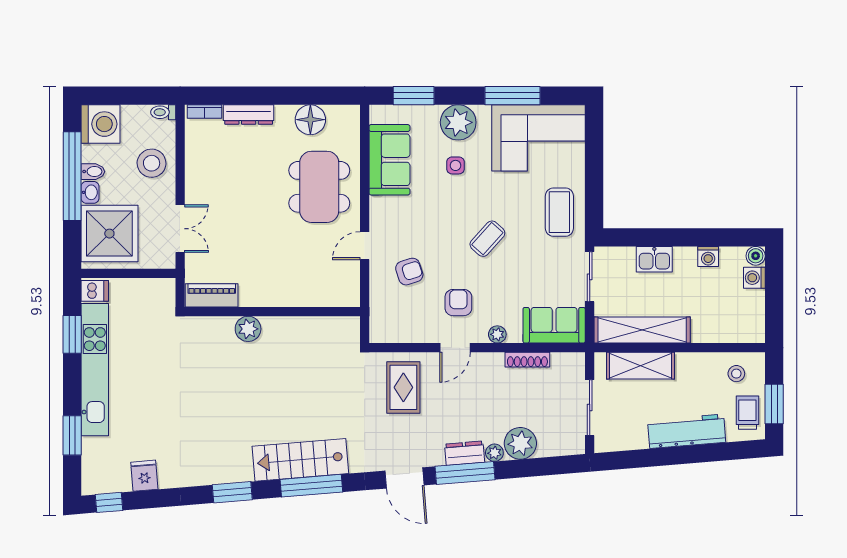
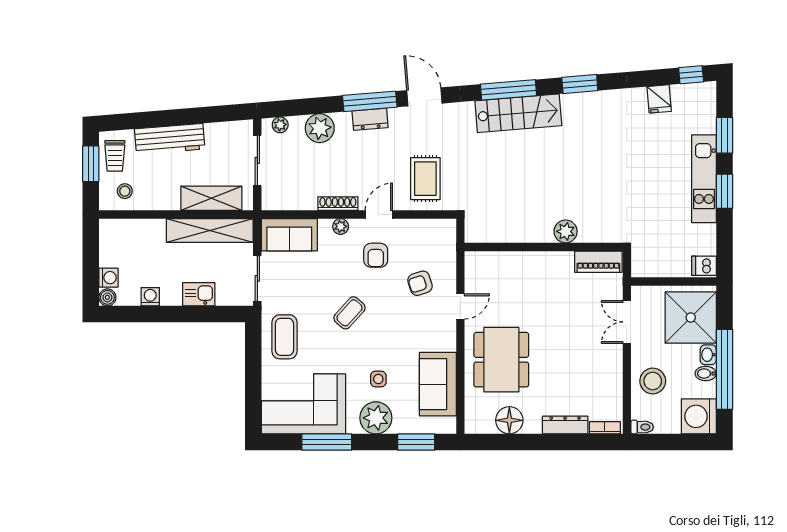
window: (72, 334) -> (724, 191), moved
shoe rack: (527, 360) -> (338, 204), moved
kitchen unit: (95, 370) -> (704, 179), width x0.73
plant: (494, 453) -> (280, 125), moved

